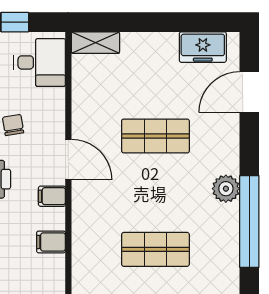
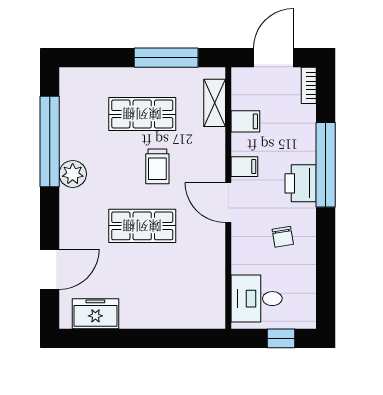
shelving: (95, 43) -> (215, 103), moved, turned 90
trolley: (140, 196) -> (157, 166), added

